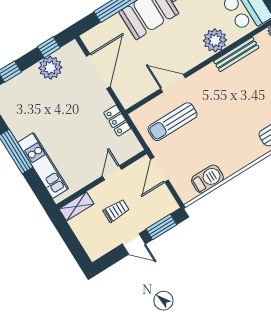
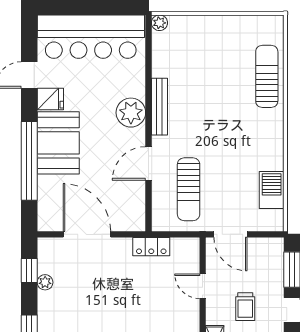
plant: (215, 40) -> (131, 113), moved
bench: (236, 54) -> (159, 107), moved
plant: (50, 68) -> (45, 282), width x0.53, depth x0.53
trolley: (116, 211) -> (245, 307), turned 180

